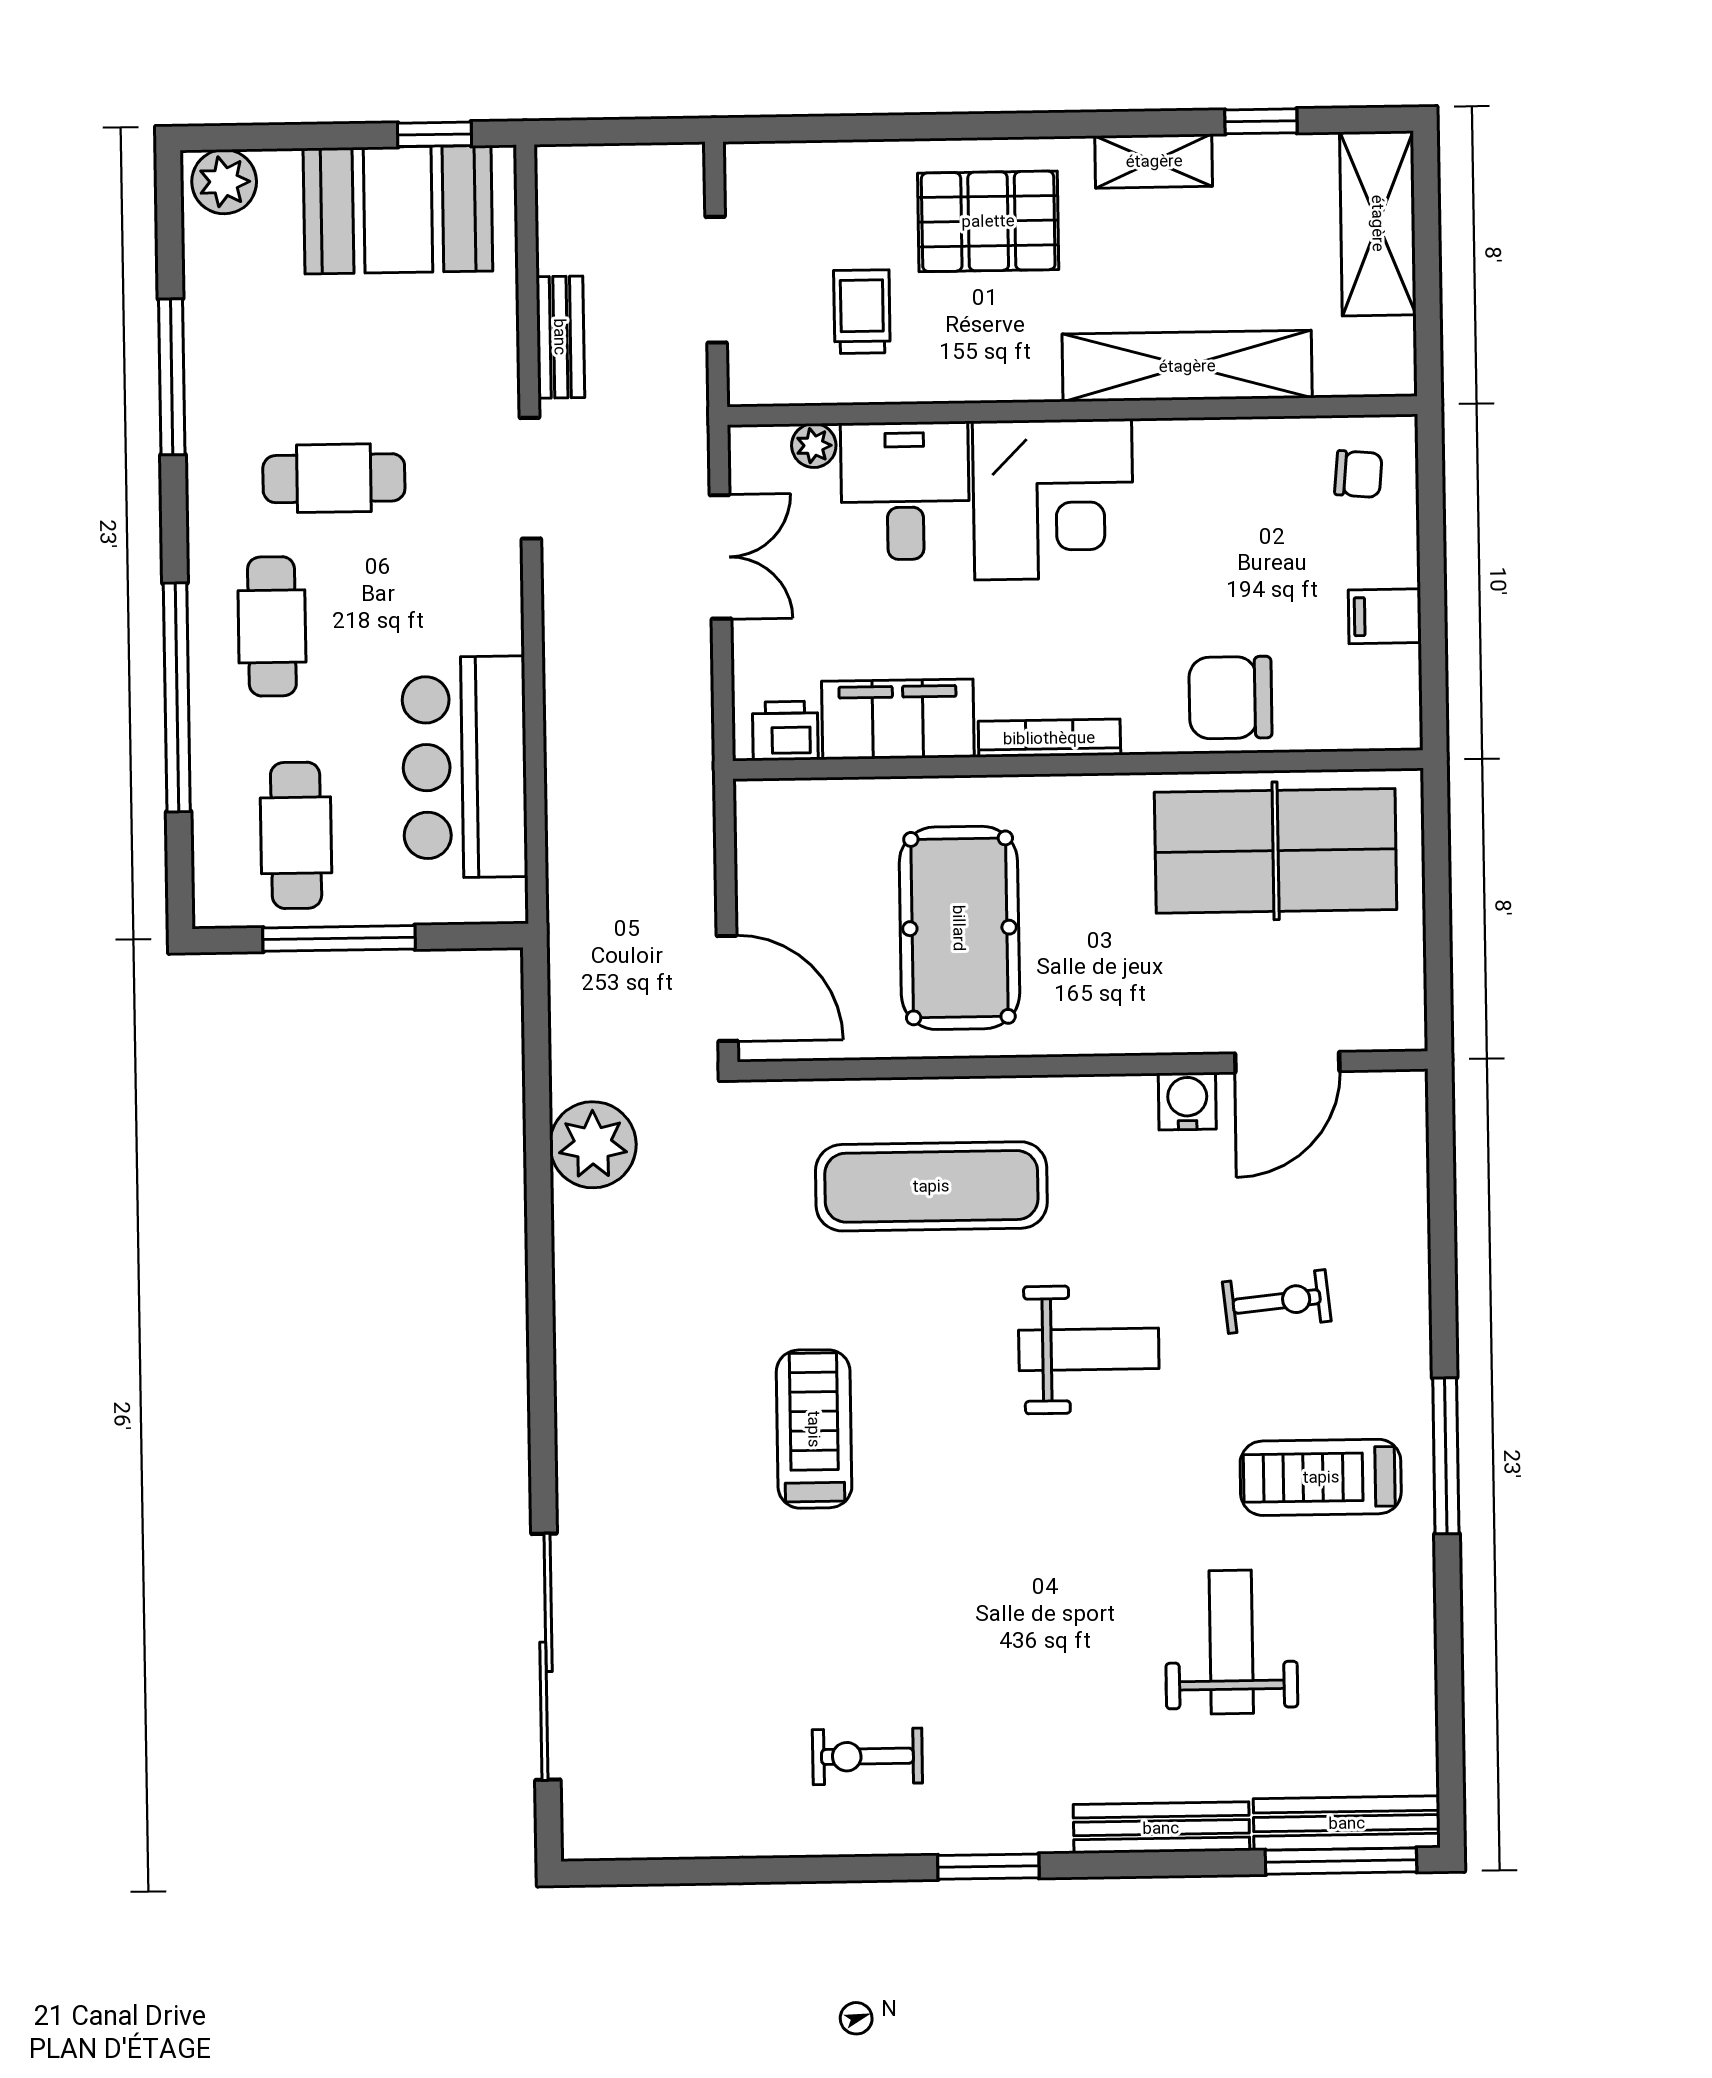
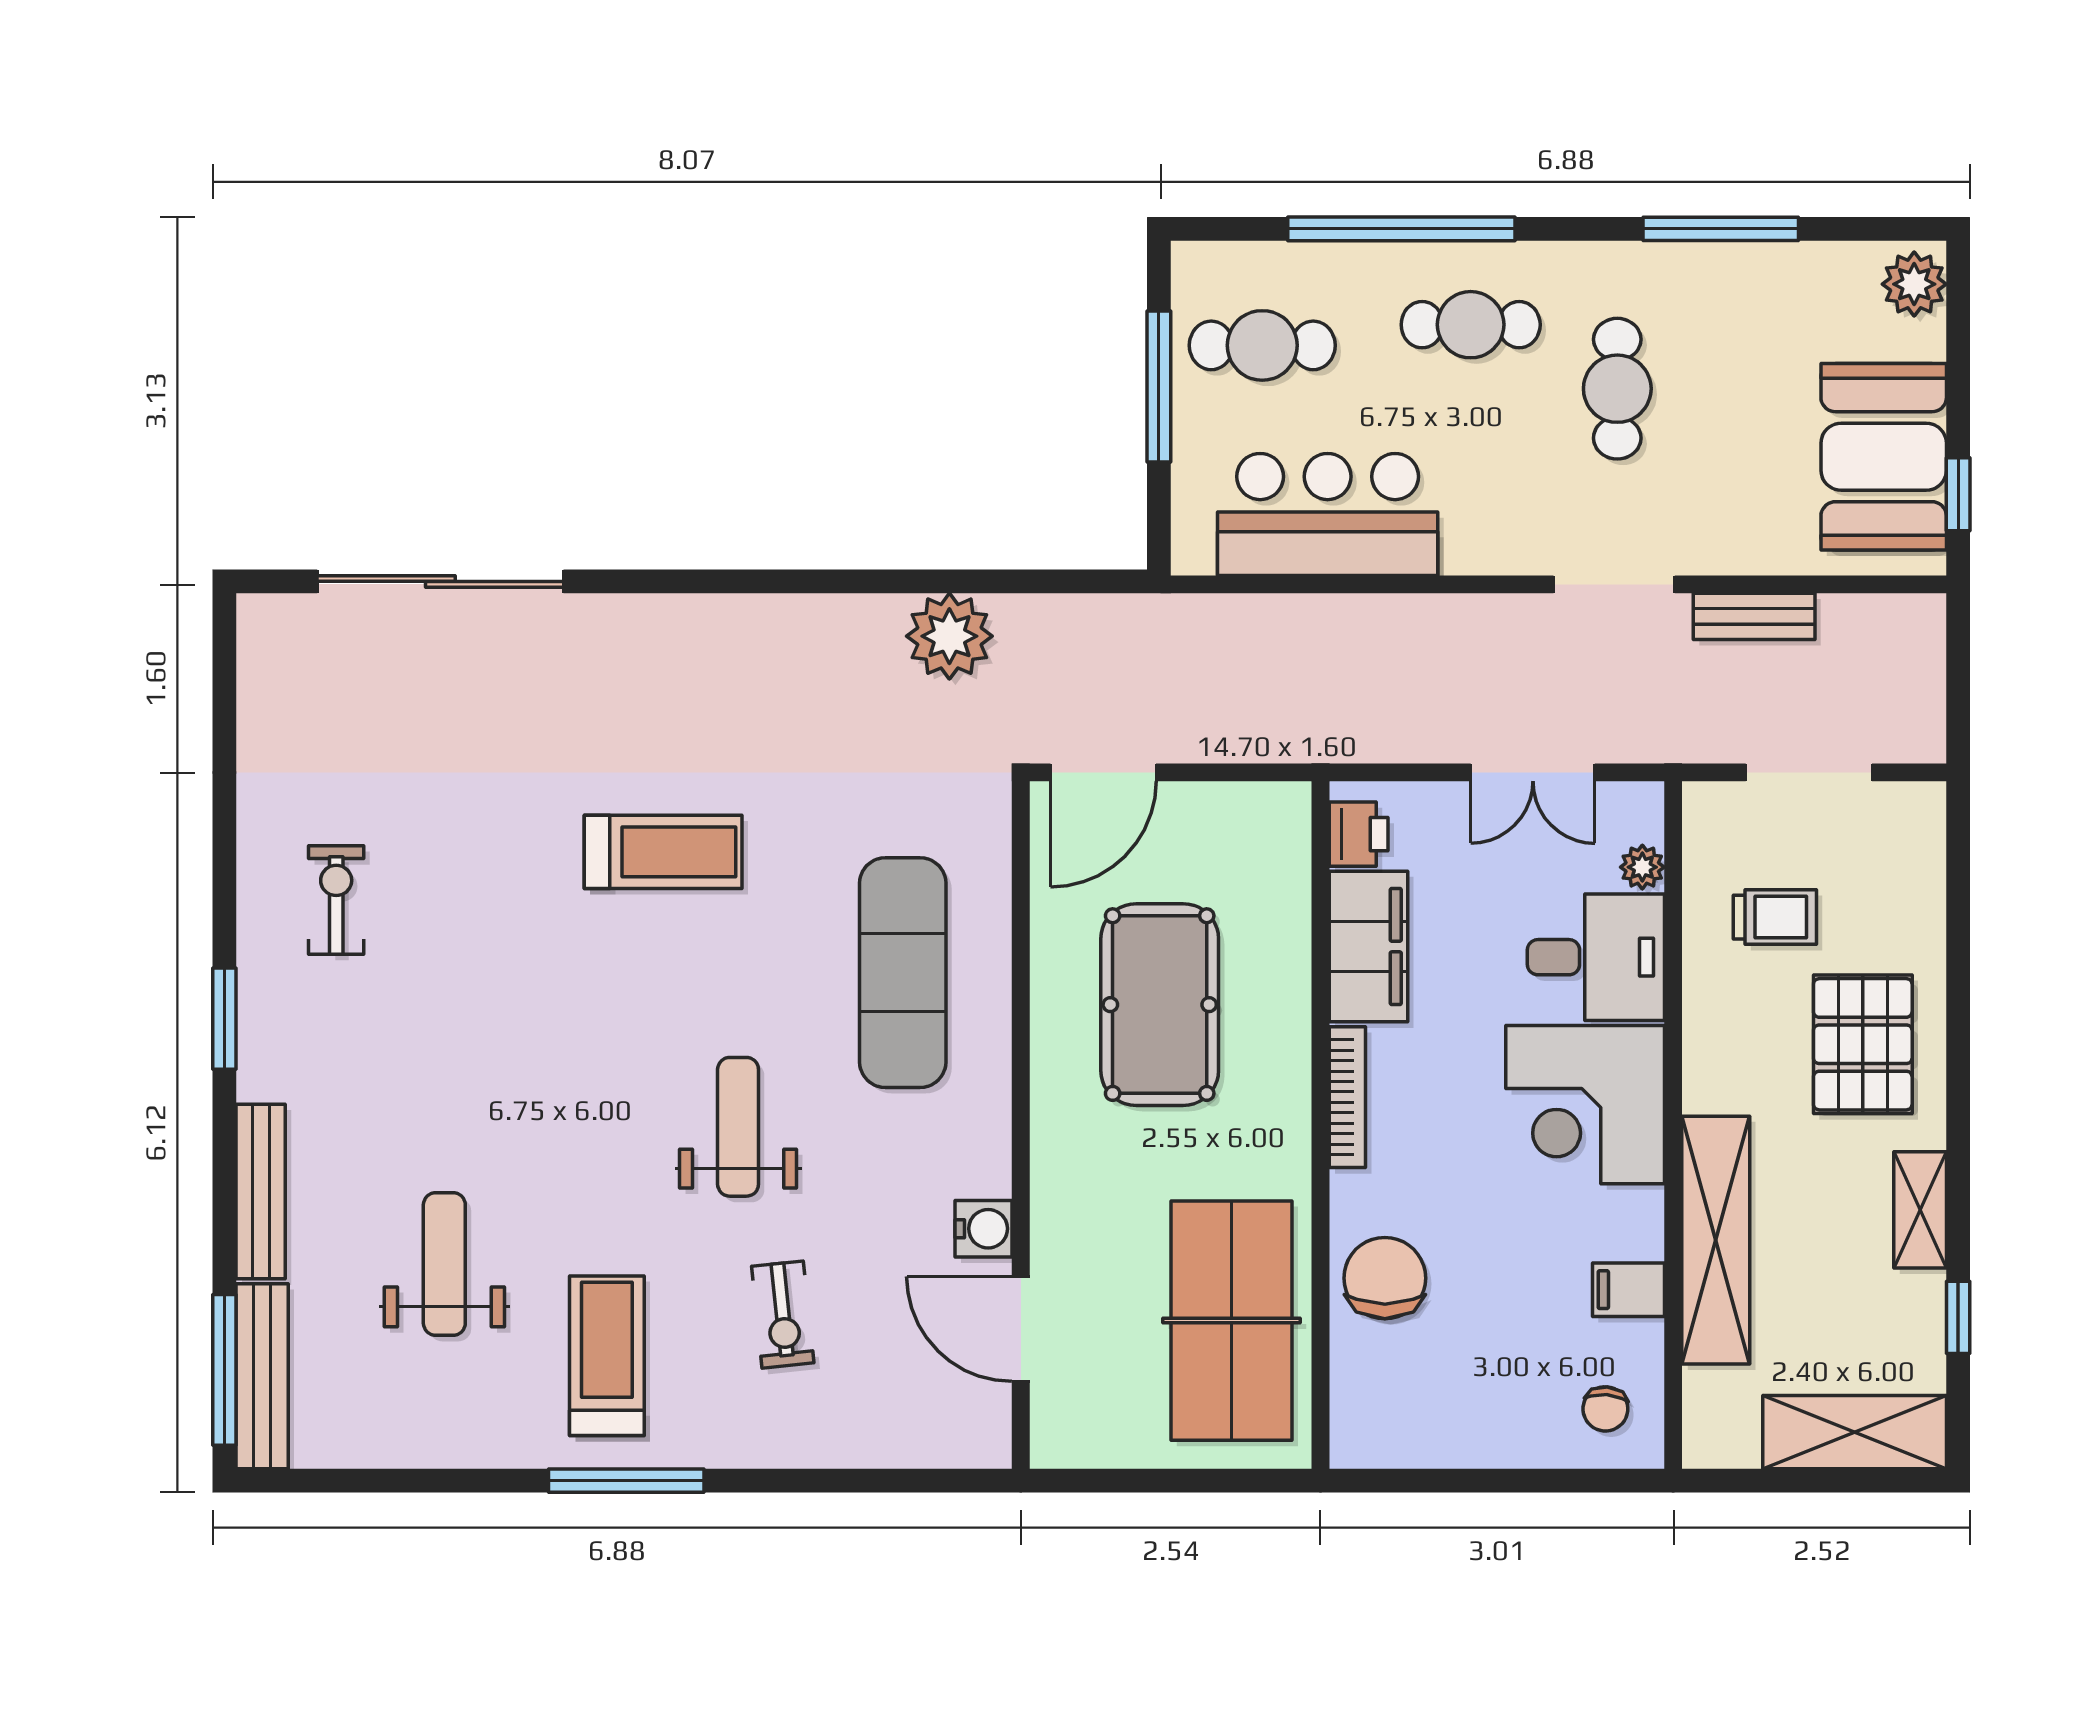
filing cabinet: (1385, 616) -> (1628, 1290), moved, turned -90
pool table: (959, 928) -> (1160, 1005), turned 90
weight bench: (1089, 1349) -> (738, 1127), turned 180
weight bench: (1231, 1642) -> (444, 1264), turned -90

